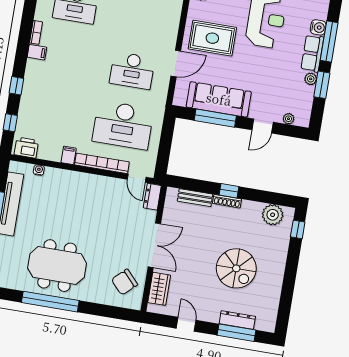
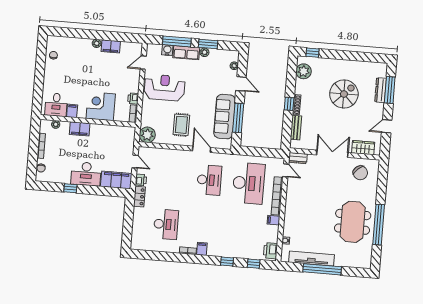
rug: (212, 38) -> (181, 125), width x0.73, depth x0.70
door: (137, 178) -> (286, 170), hinge flipped

